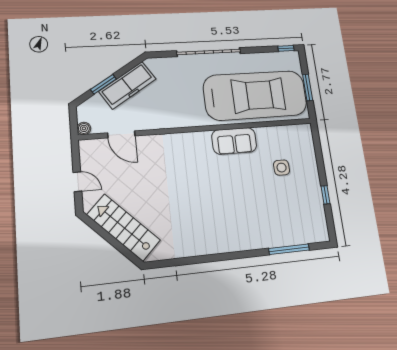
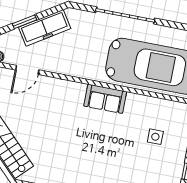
door: (121, 134) -> (27, 70), hinge flipped
sofa: (234, 141) -> (105, 99), moved

